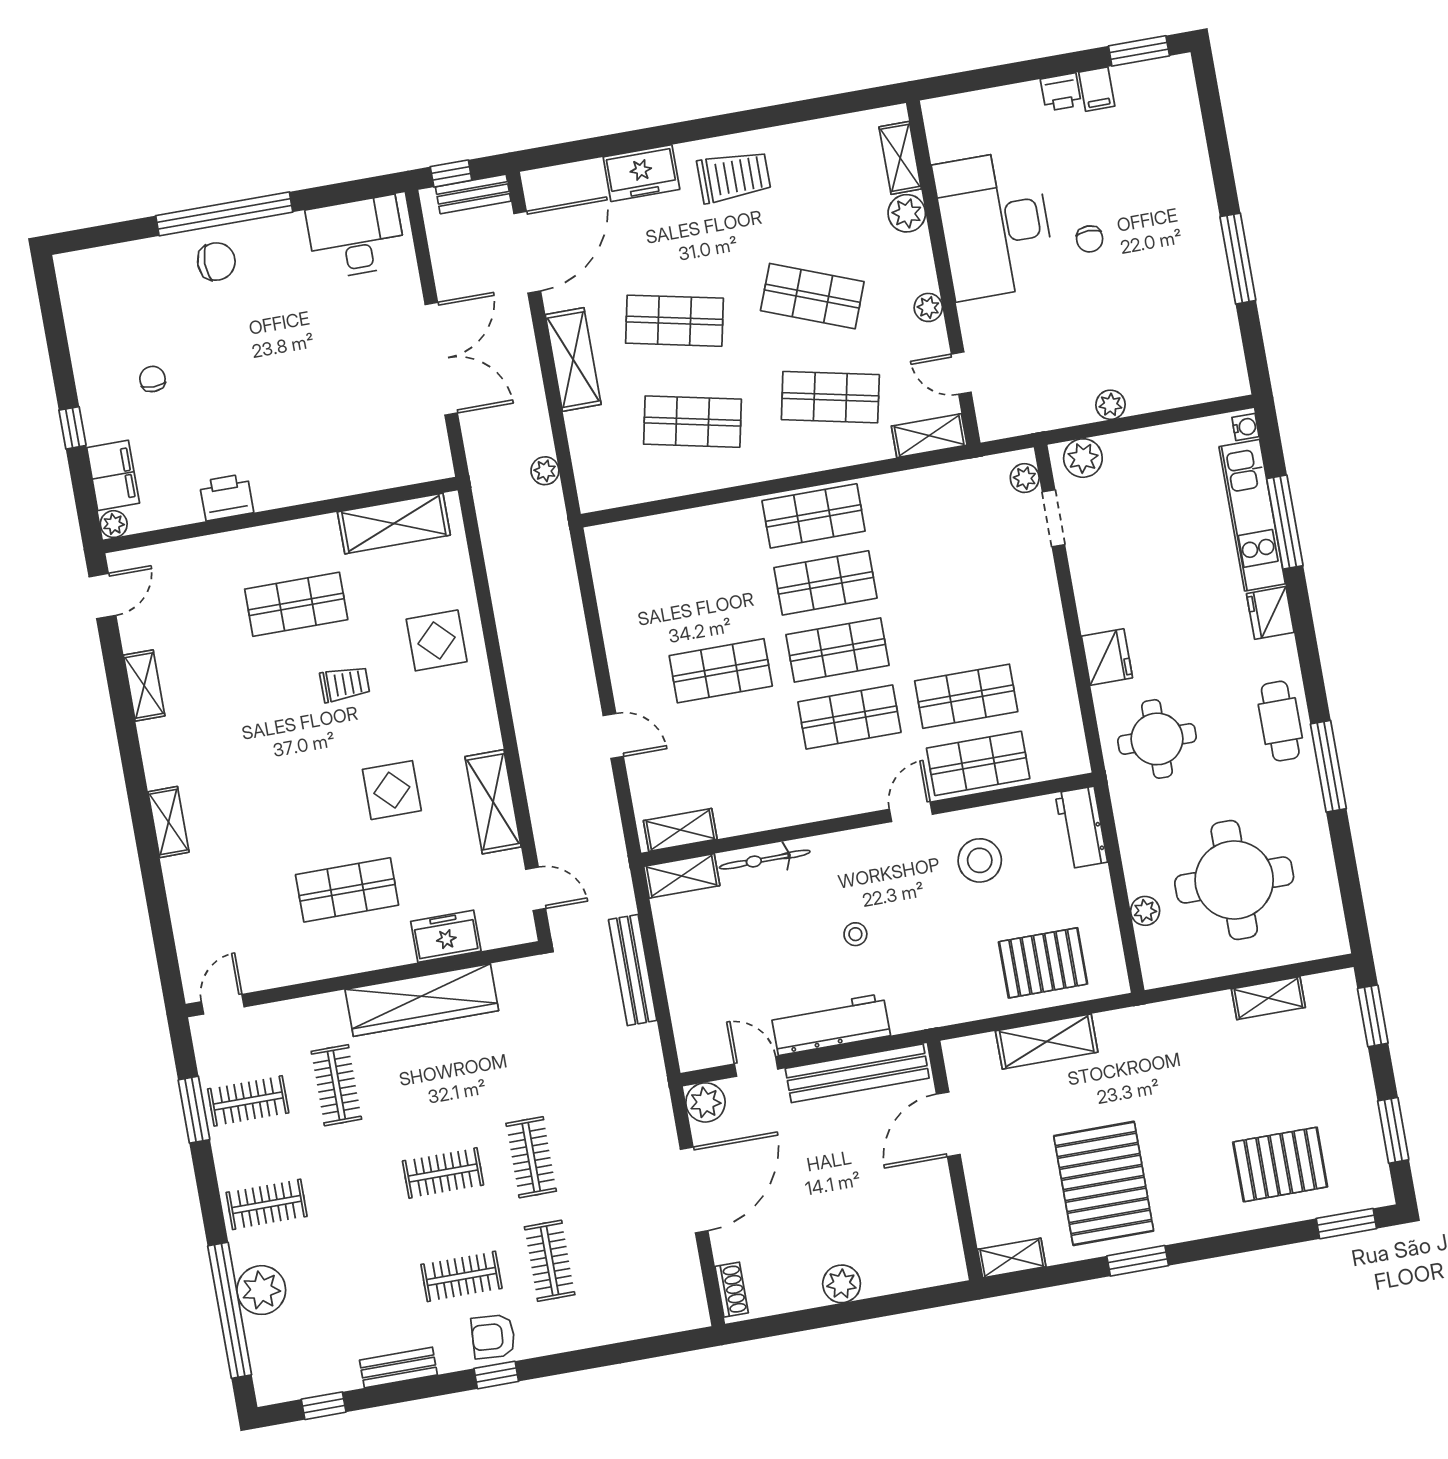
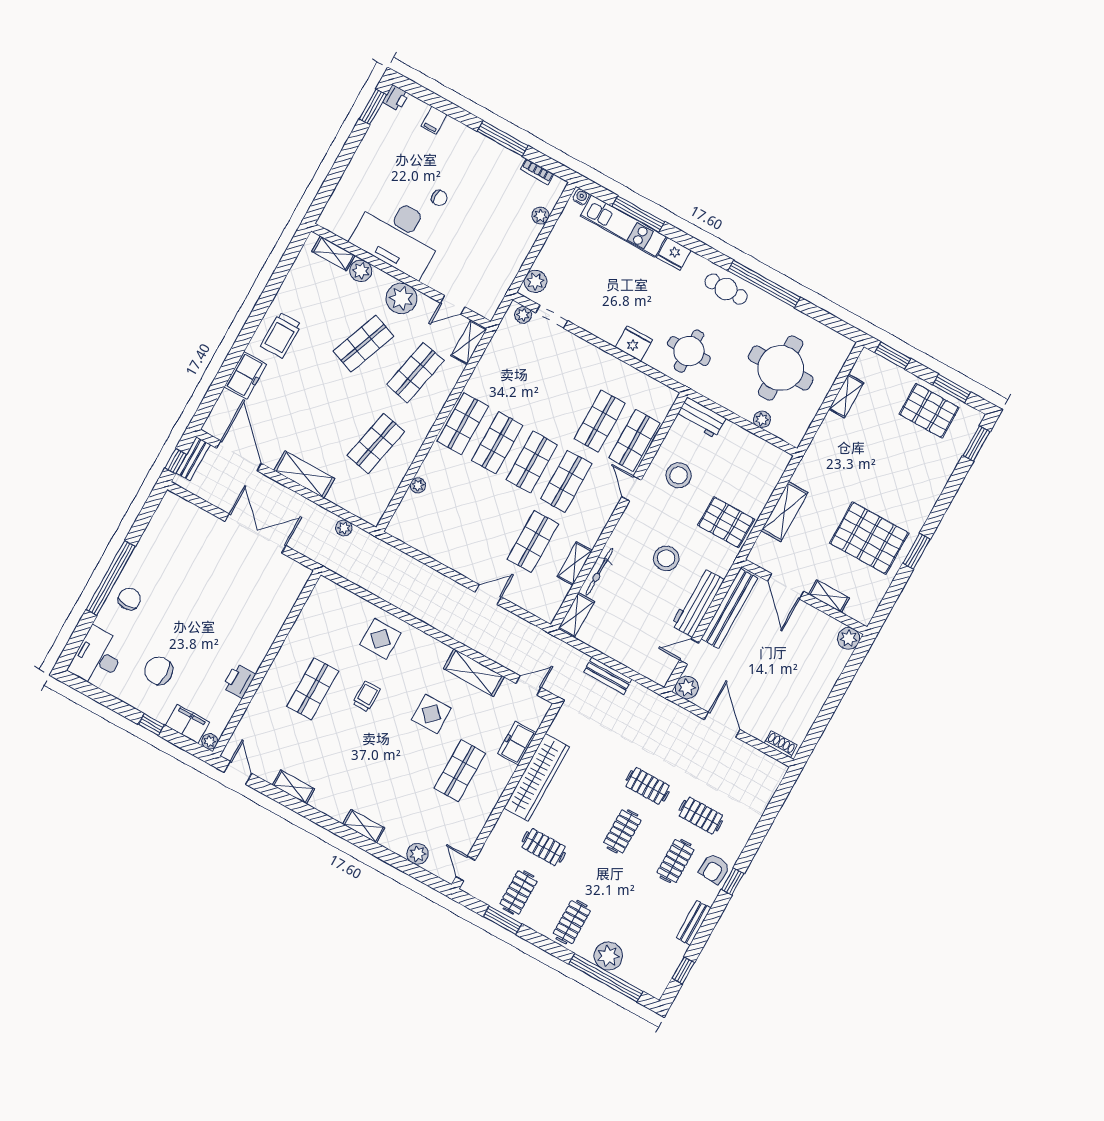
filing cabinet: (1097, 89) -> (434, 120), moved, turned 90
printer: (1061, 92) -> (396, 98), moved
trolley: (734, 177) -> (281, 335), turned 180
desk: (356, 237) -> (97, 657), moved
plant: (928, 307) -> (401, 298), width x1.88, depth x1.88
shop shelf: (674, 321) -> (324, 415), removed
bookcase: (1231, 341) -> (537, 172), added
chair: (152, 379) -> (159, 671), width x1.87, depth x1.87
plant: (1111, 405) -> (540, 216), moved
plant: (682, 523) -> (418, 485), added
shelving: (394, 524) -> (312, 615), removed
shop shelf: (721, 671) -> (533, 541), moved
window: (1328, 766) -> (764, 284), width x1.46
shelving: (680, 830) -> (575, 563), moved
plant: (190, 924) -> (418, 854), added
stool: (855, 934) -> (666, 558), width x1.89, depth x1.89
pallet: (1043, 963) -> (726, 522), moved, turned 90
bench: (633, 970) -> (608, 676), width x0.73
pallet: (1280, 1164) -> (929, 411), moved, turned 90
door: (694, 1190) -> (722, 725), width x0.73
shelving: (1012, 1258) -> (829, 596), moved, turned 90
plant: (842, 1284) -> (849, 638), moved

